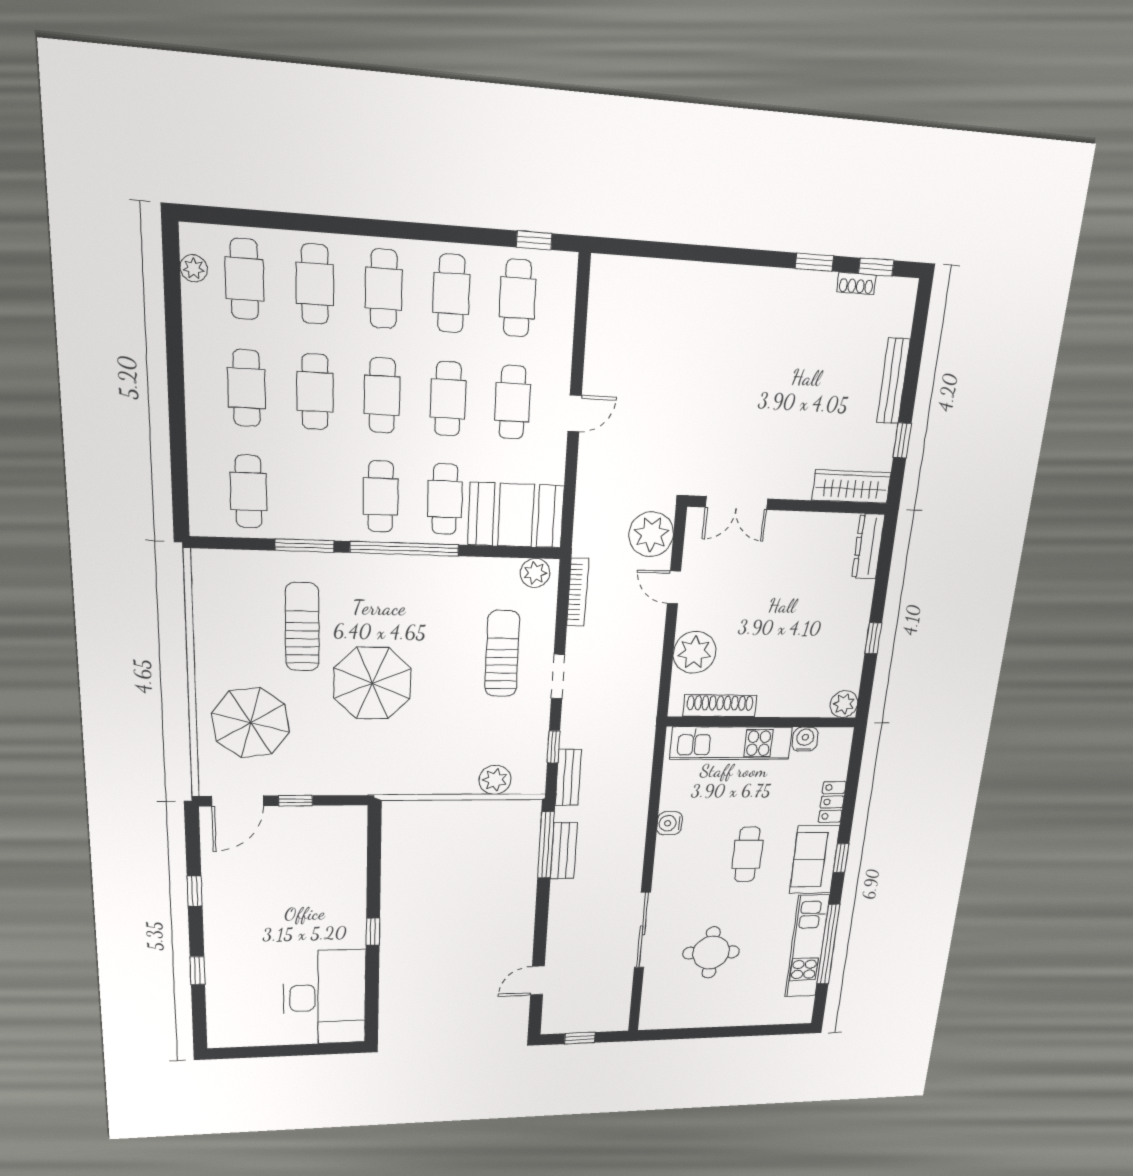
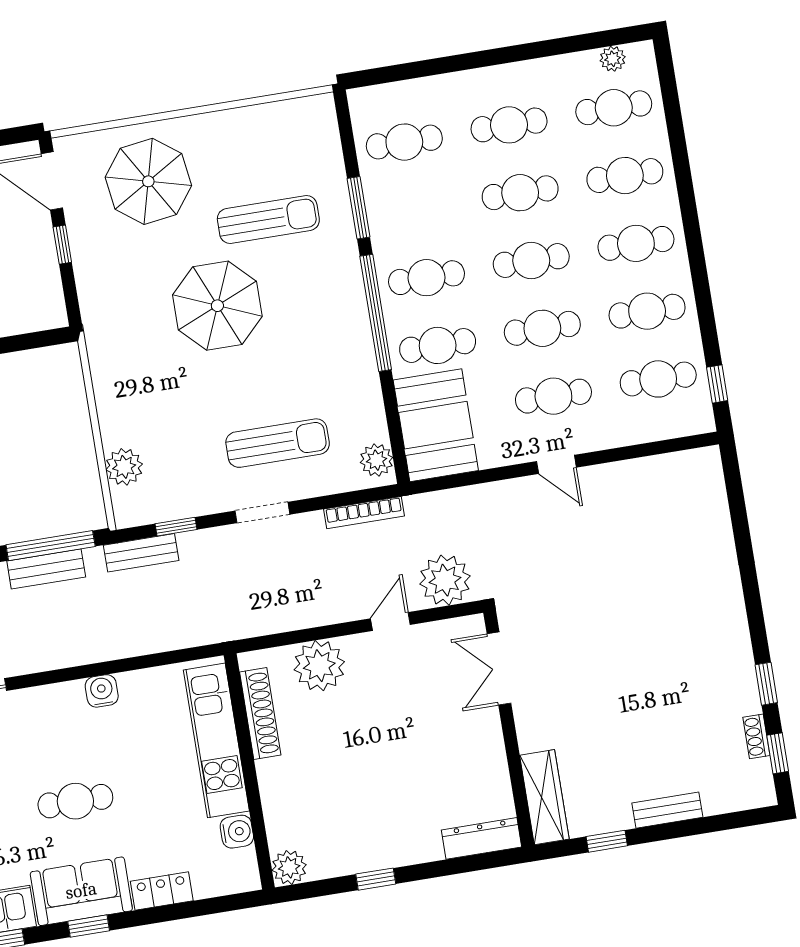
bench: (893, 381) -> (667, 810), width x0.73

